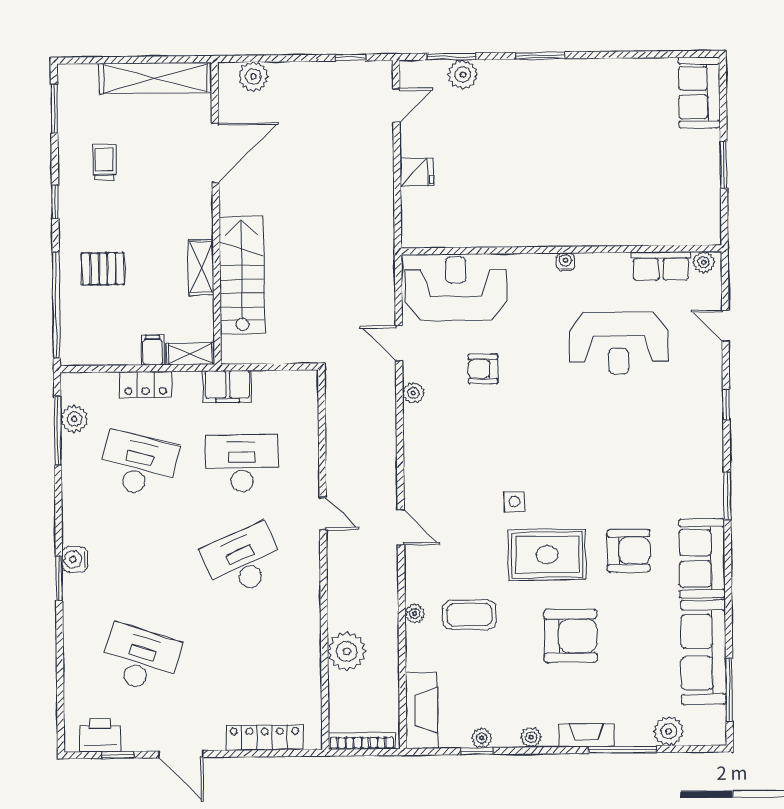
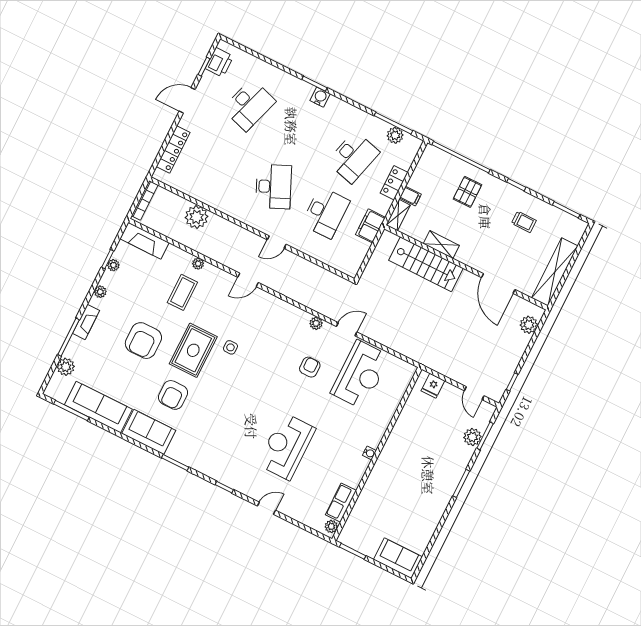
wall: (561, 250) -> (377, 454), moved
water cooler: (565, 262) -> (369, 453), moved
plant: (704, 262) -> (331, 526), moved
row of seats: (661, 266) -> (341, 503), moved

